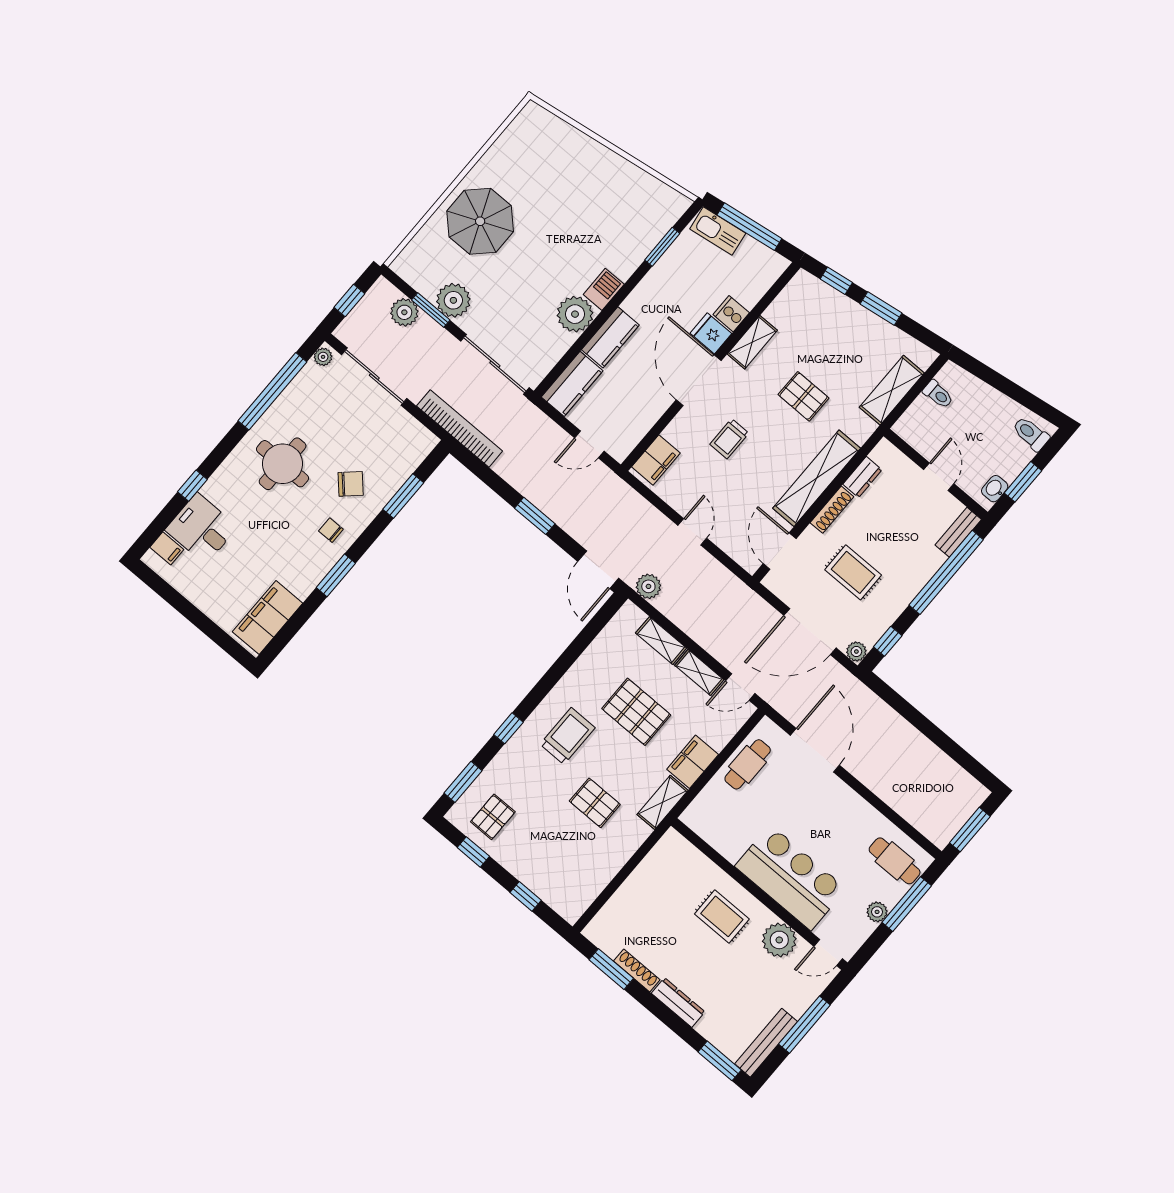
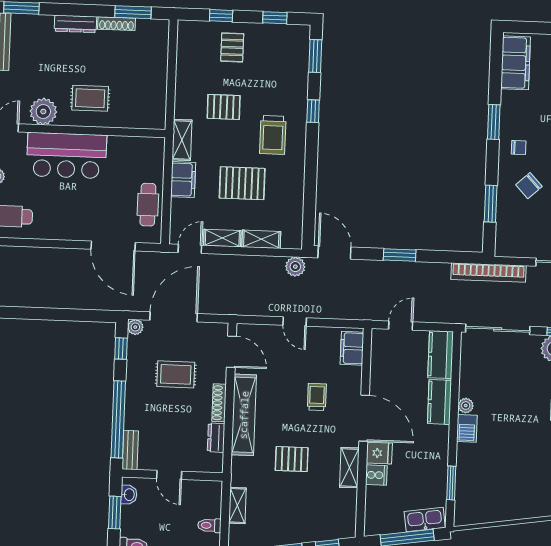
plant: (575, 314) -> (466, 406), width x0.53, depth x0.53
shelving: (892, 390) -> (237, 506), width x0.67, depth x0.75
pallet: (493, 817) -> (232, 47), moved

